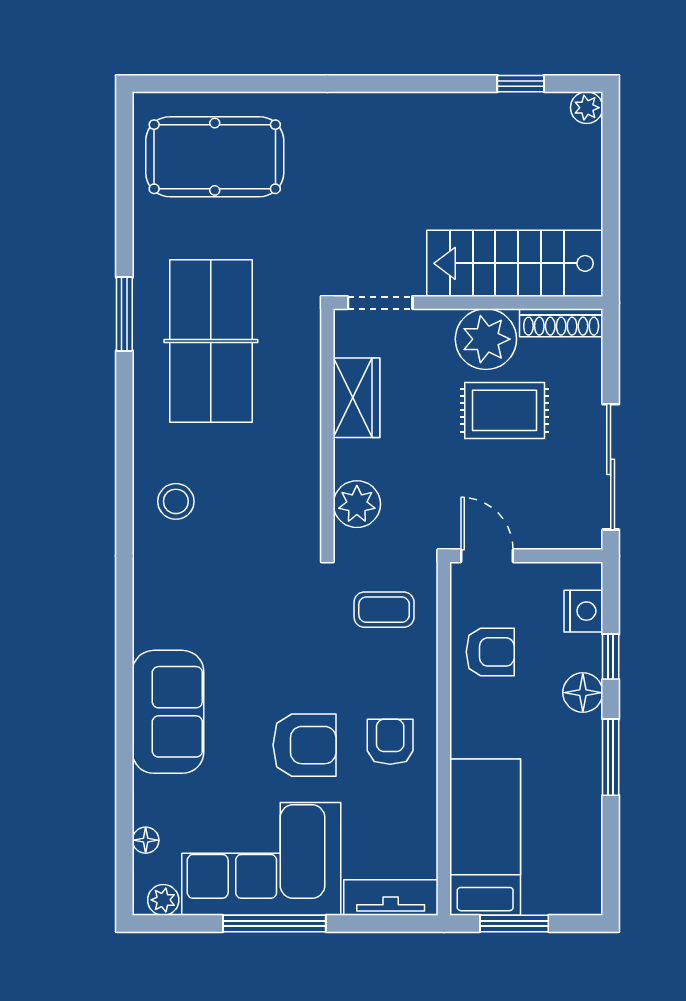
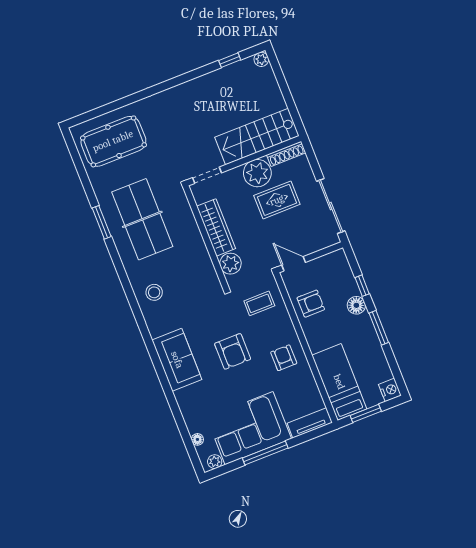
wardrobe: (356, 398) -> (216, 227), width x1.50
nightstand: (583, 611) -> (390, 390), moved
sofa: (168, 712) -> (177, 360), moved
armchair: (304, 745) -> (233, 351), moved, turned 90

